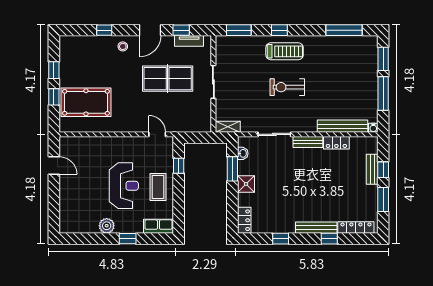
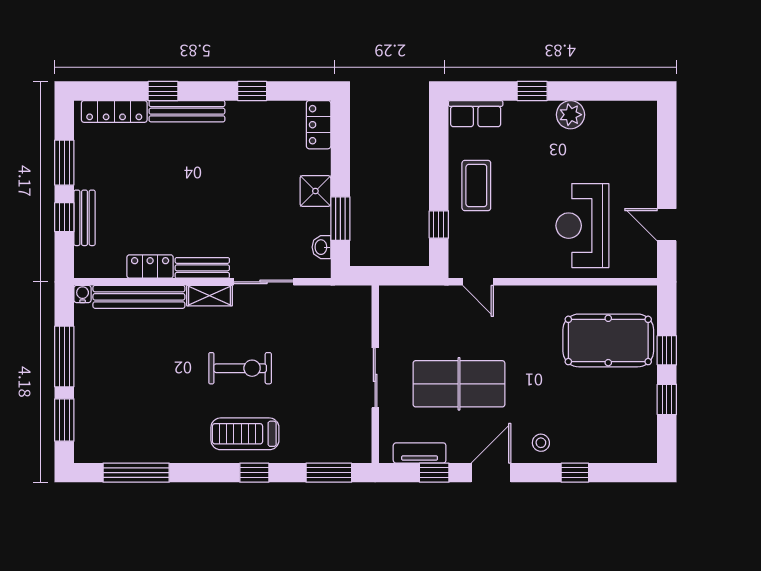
shelving: (228, 127) -> (210, 296), moved
reception desk: (124, 186) -> (582, 226), moved

